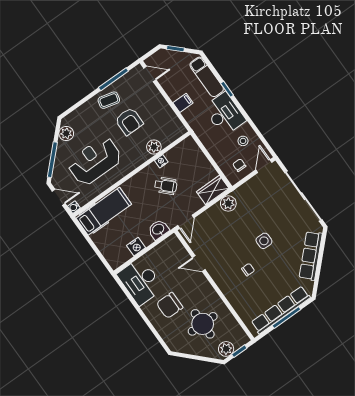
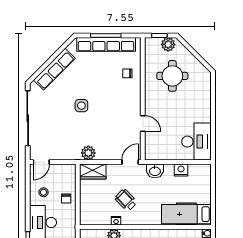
chair: (239, 165) -> (66, 198), moved
chair: (248, 270) -> (127, 73), moved
chair: (170, 305) -> (187, 108), removed

